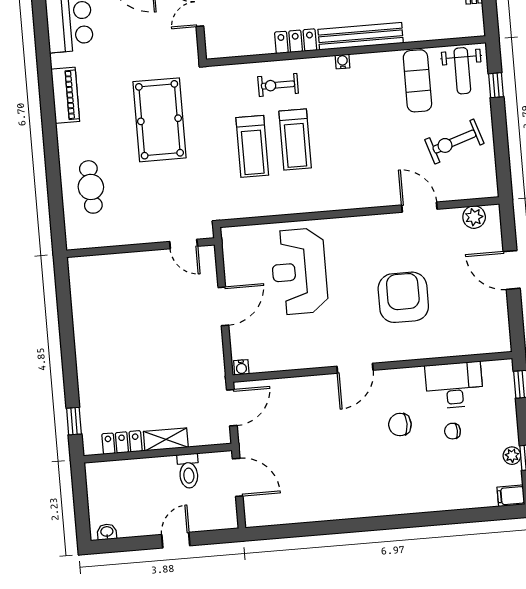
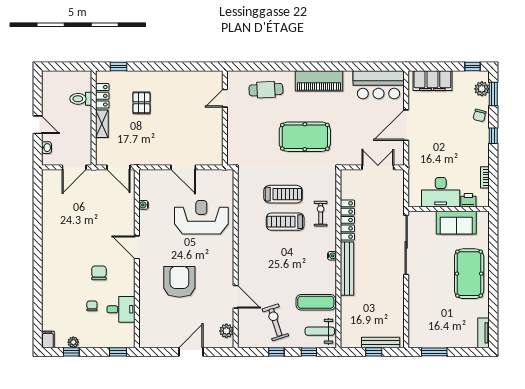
locker: (296, 41) -> (347, 220), width x1.53
piano: (65, 95) -> (319, 81), width x1.37, depth x1.33
window: (500, 136) -> (276, 352), added
treadmill: (252, 146) -> (283, 194), turned 180
door: (419, 207) -> (236, 297), hinge flipped
door: (184, 244) -> (225, 98), moved
armchair: (403, 297) -> (179, 282), turned -90
water cooler: (241, 367) -> (144, 205), moved
pallet: (128, 380) -> (141, 103), added
desk: (454, 385) -> (121, 309), width x0.73
toilet: (188, 471) -> (81, 99), moved
washbasin: (107, 532) -> (46, 148), moved

